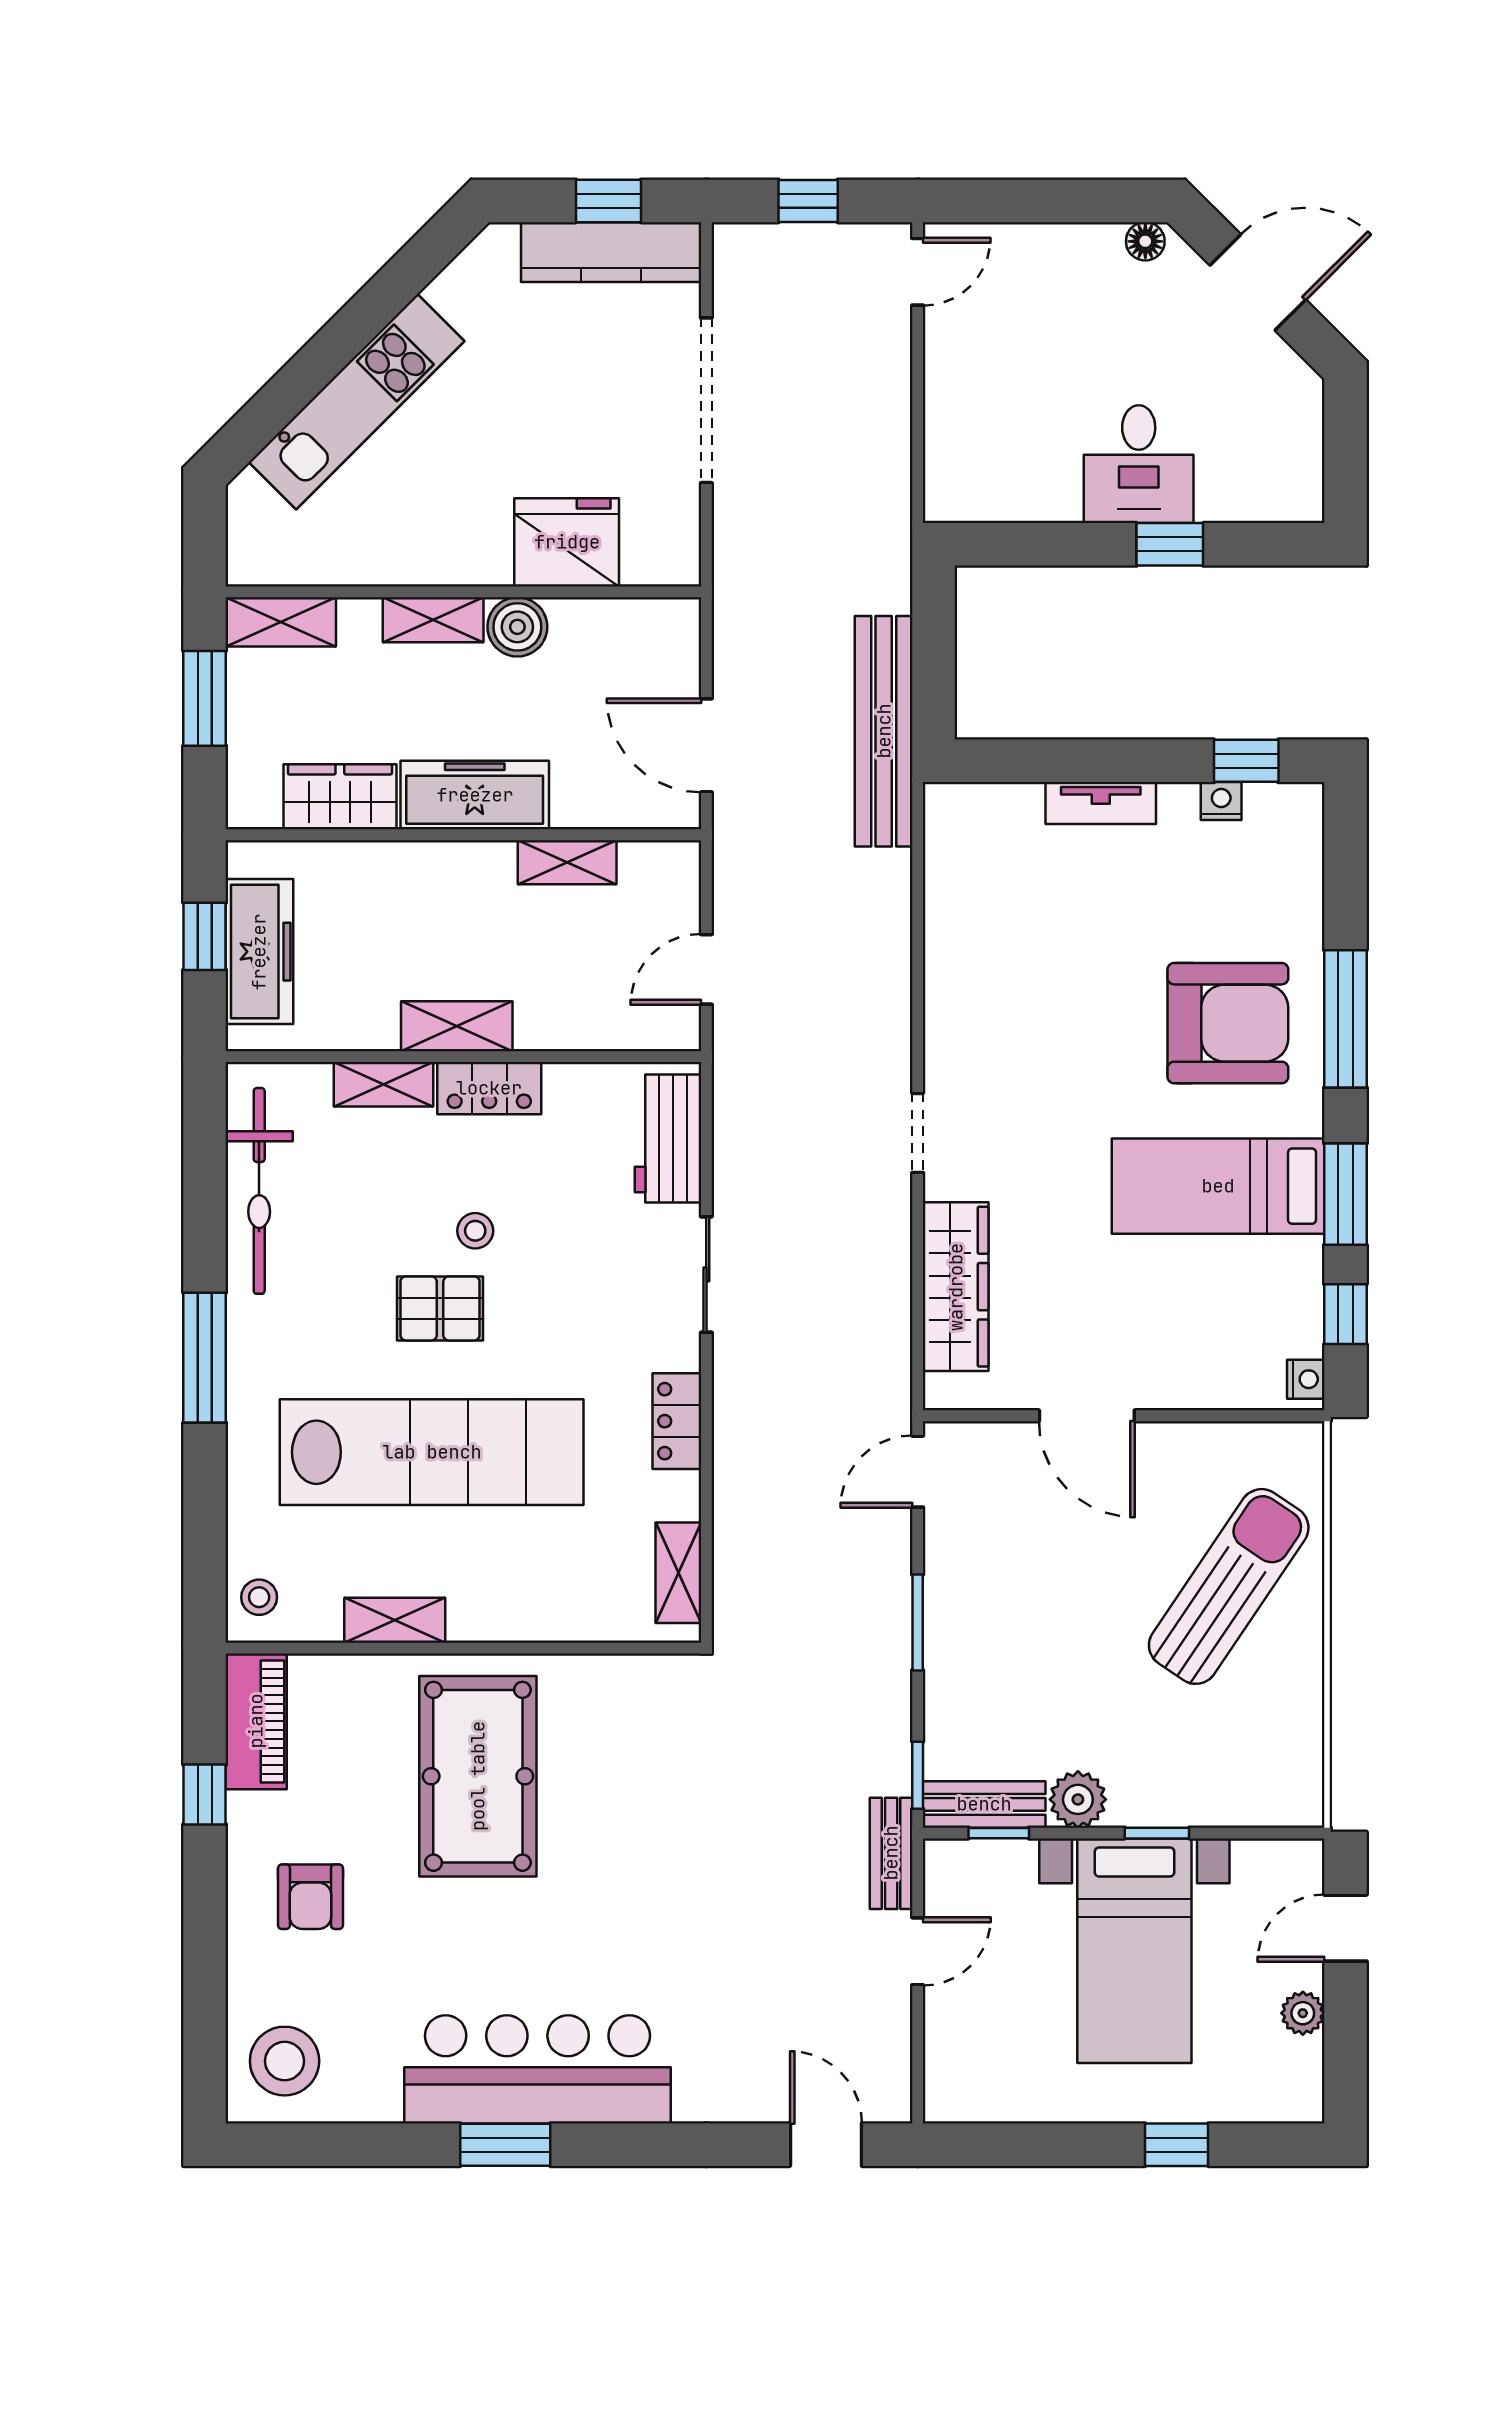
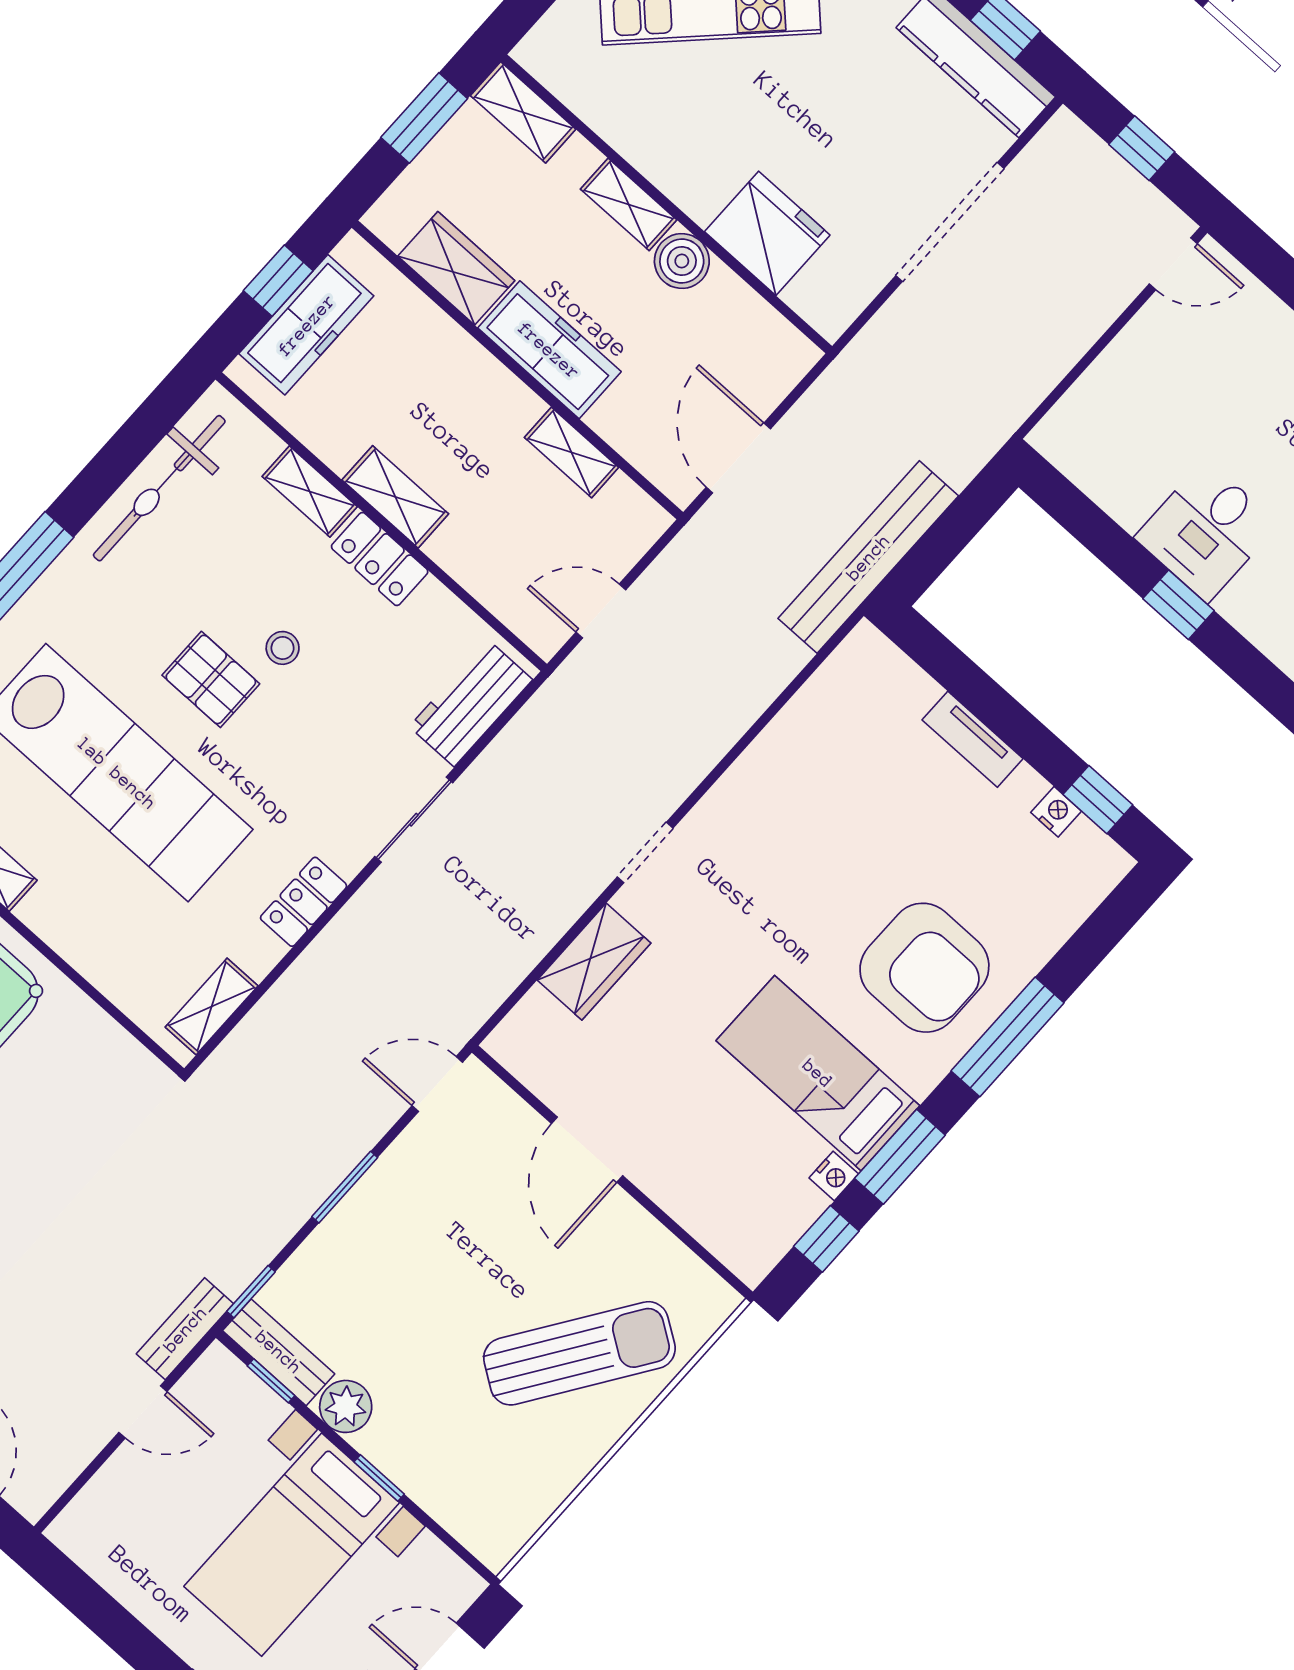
wardrobe: (956, 1287) -> (594, 962), width x0.67
nightstand: (1306, 1379) -> (834, 1176), moved

